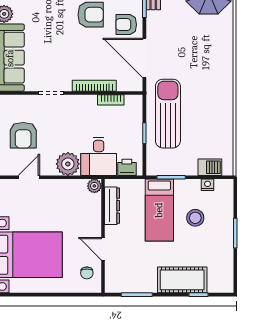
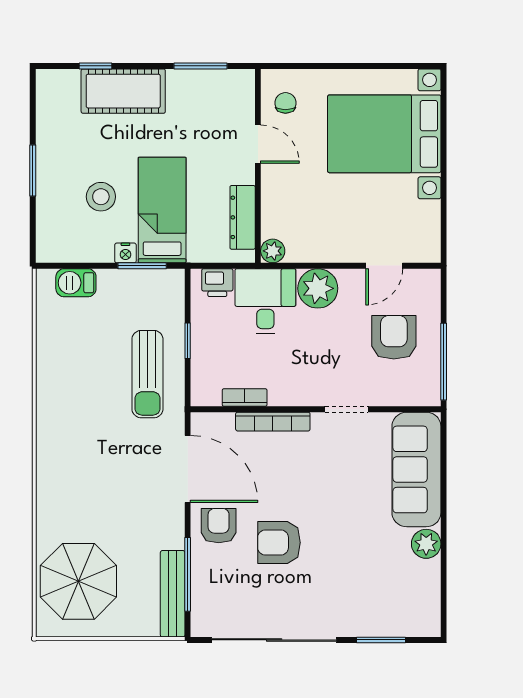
armchair: (126, 25) -> (219, 526), turned -90
sun lounger: (168, 114) -> (147, 374), width x0.73, depth x0.75
nightstand: (208, 185) -> (125, 253), moved

